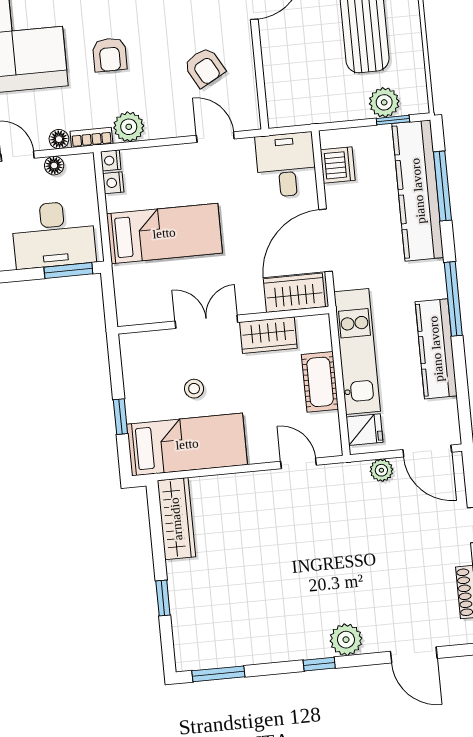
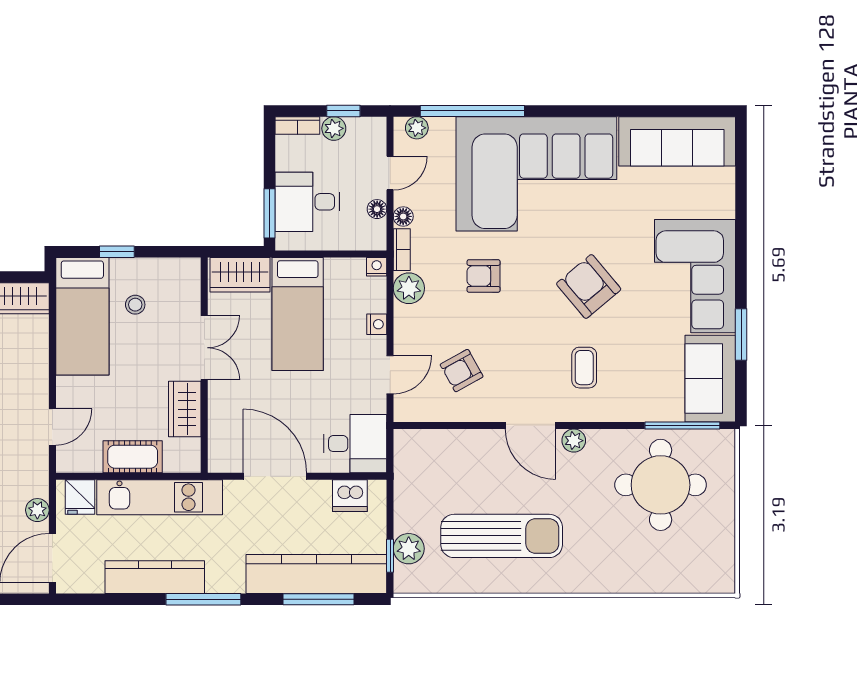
nightstand: (113, 183) -> (377, 324), moved, turned 90
desk: (54, 235) -> (307, 202), width x0.73
wardrobe: (294, 293) -> (240, 275), moved, turned 90
stool: (194, 389) -> (135, 305), moved

